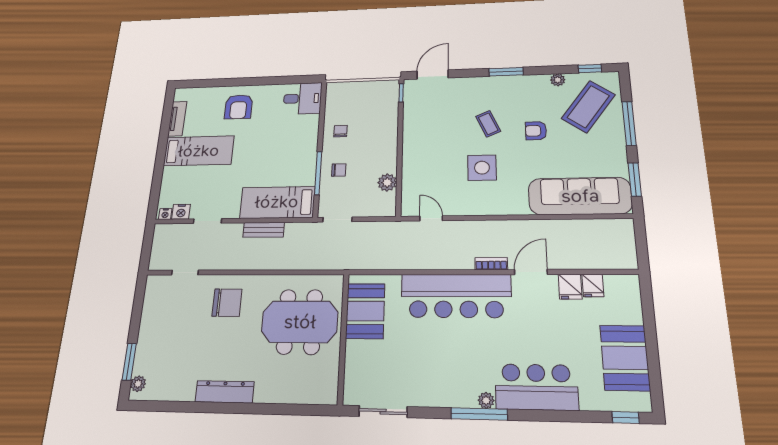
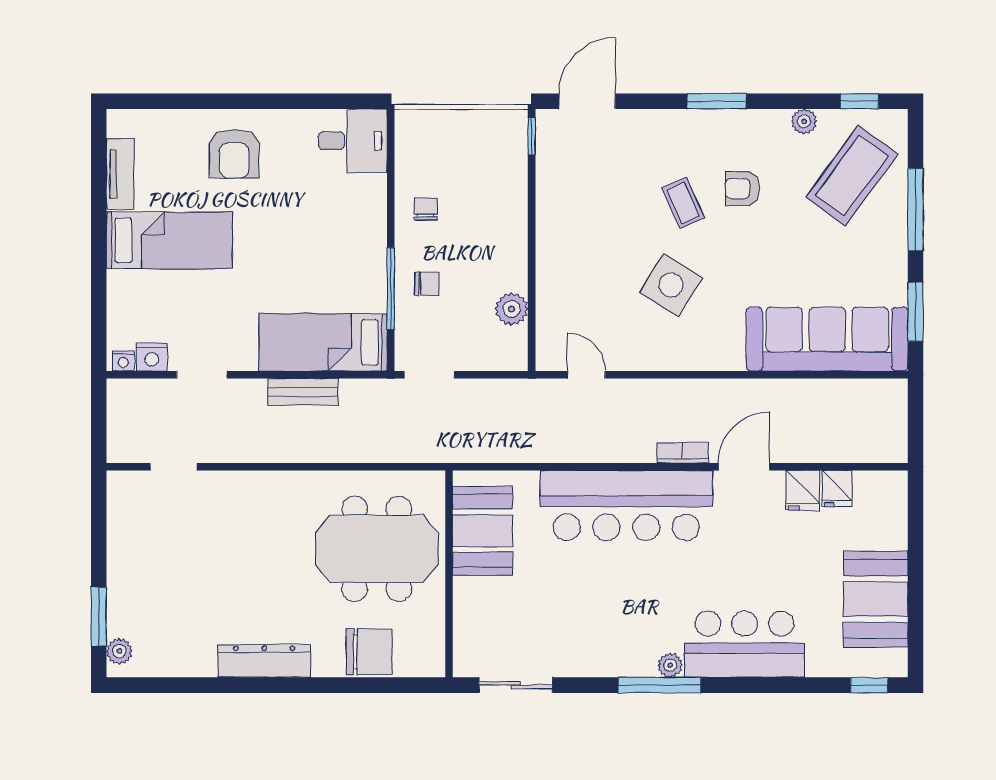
armchair: (536, 131) -> (742, 189), moved
side table: (482, 168) -> (671, 285), turned 32
chair: (227, 303) -> (369, 652), moved

